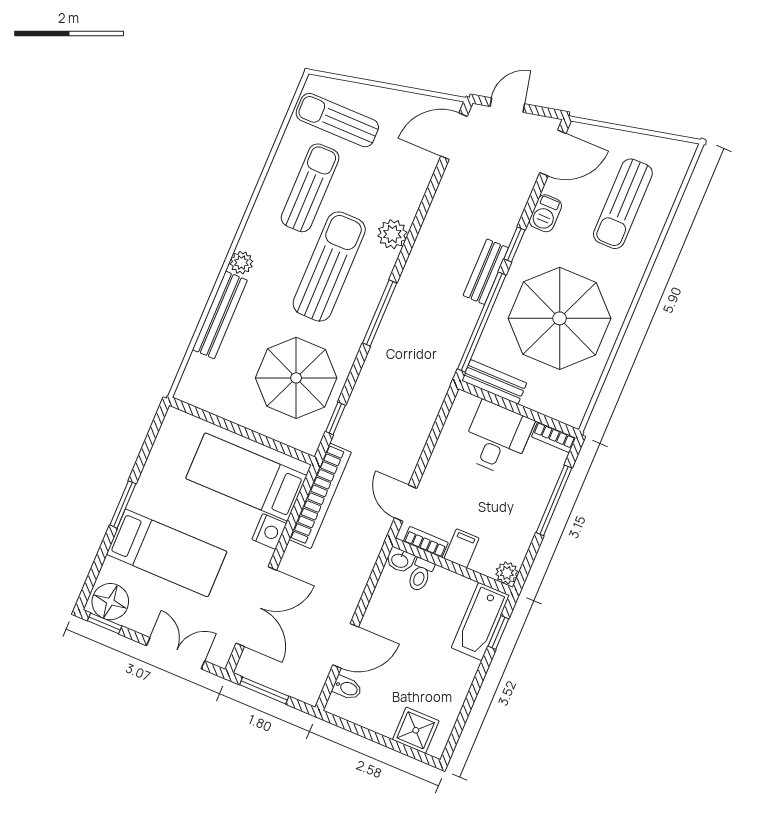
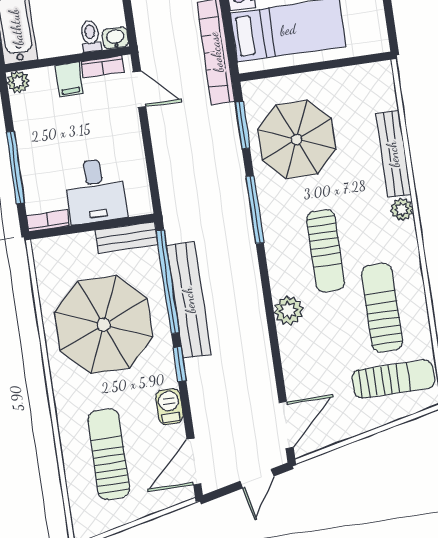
sun lounger: (310, 188) -> (382, 308), turned 180
sun lounger: (329, 267) -> (325, 251), width x0.73, depth x0.75
bench: (486, 272) -> (189, 300), width x1.86, depth x1.21
window: (380, 313) -> (255, 210), moved
window: (335, 418) -> (243, 125), width x1.50

